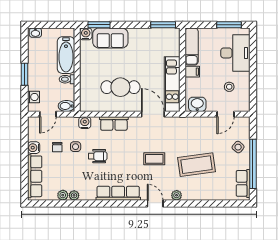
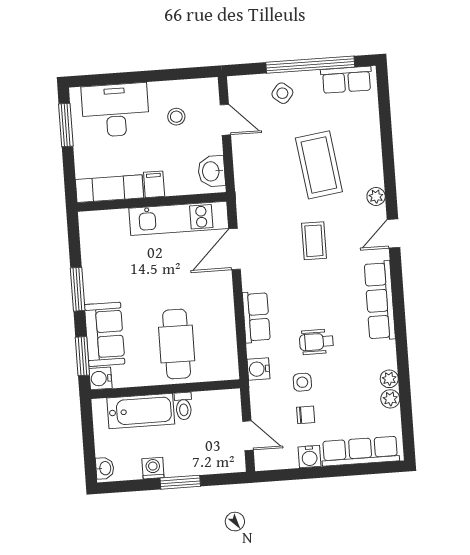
window: (163, 25) -> (78, 289), moved
cafe table: (120, 87) -> (177, 344), moved
washing machine: (34, 97) -> (153, 468), moved
bidet: (66, 106) -> (231, 404), removed
wheelchair: (98, 156) -> (316, 342), turned -90

